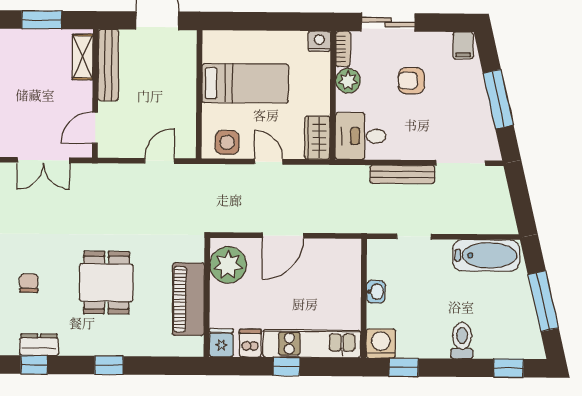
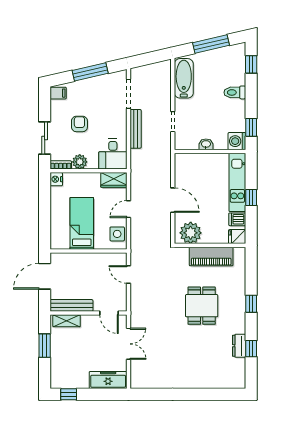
armchair: (411, 81) -> (79, 124), turned 180
chair: (29, 283) -> (202, 352), removed
dining table: (106, 283) -> (202, 306), turned 90

